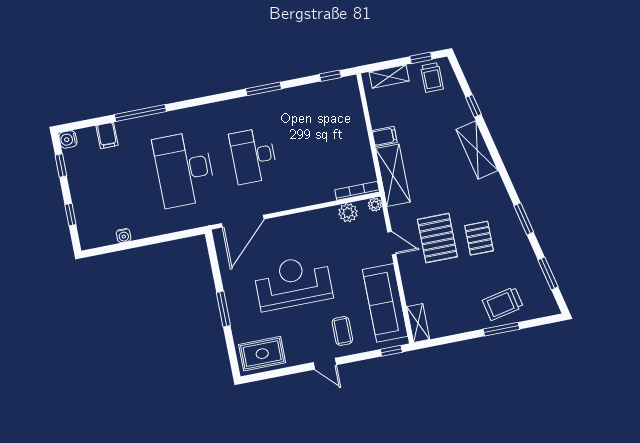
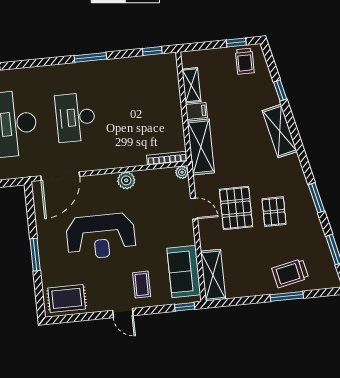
shelving: (389, 77) -> (191, 85), moved, turned 90
plant: (348, 213) -> (126, 180), moved
reception desk: (293, 283) -> (101, 236), turned 180
sofa: (385, 303) -> (184, 272), width x0.73
shelving: (418, 323) -> (213, 275), width x1.50, depth x1.33

